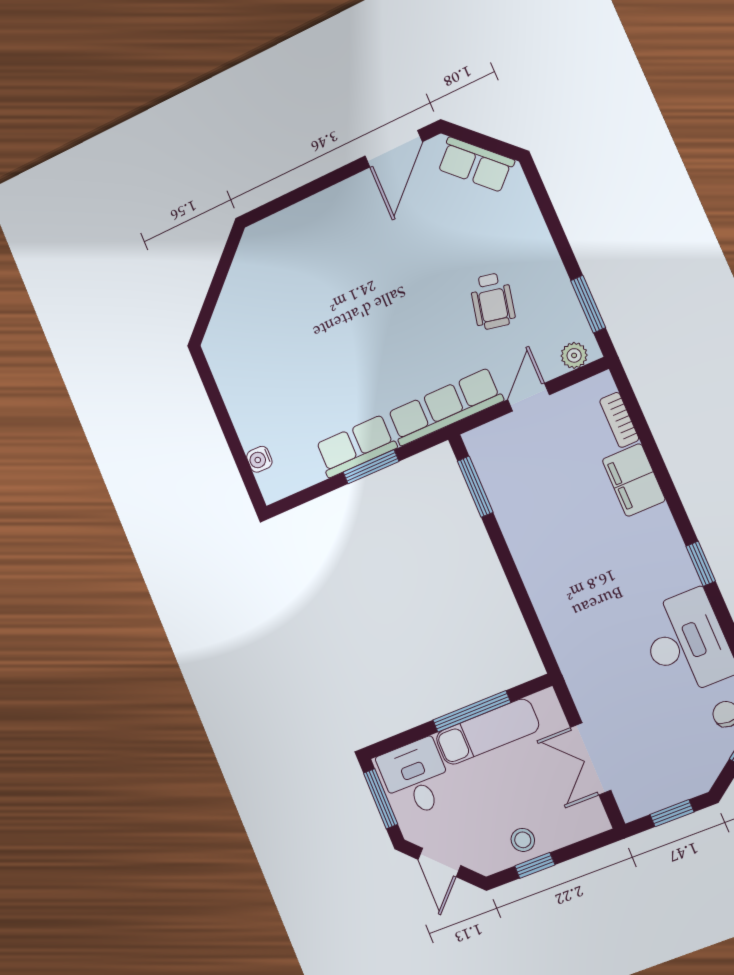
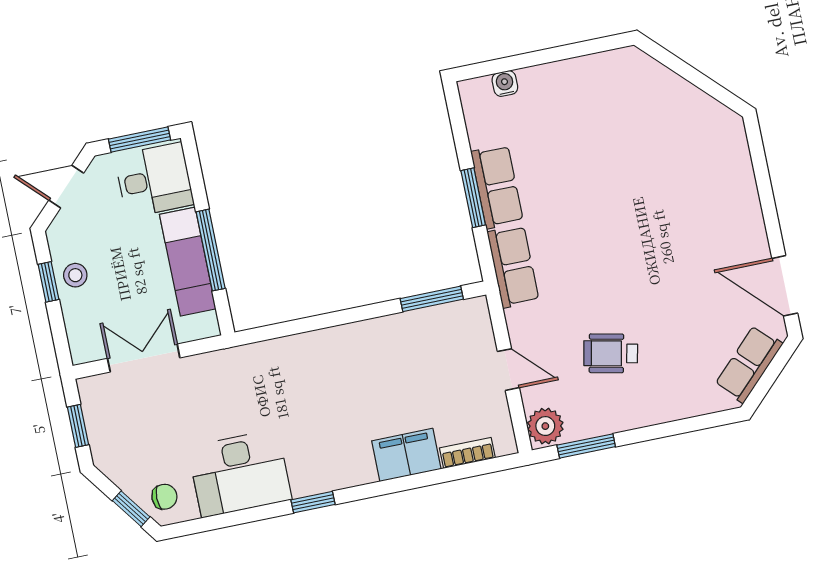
plant: (574, 355) -> (545, 426), width x1.38, depth x1.38
row of seats: (445, 407) -> (513, 267), width x0.68

